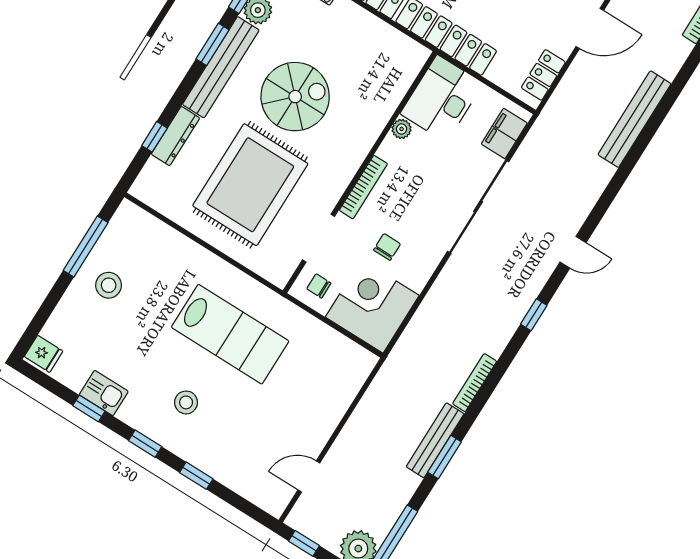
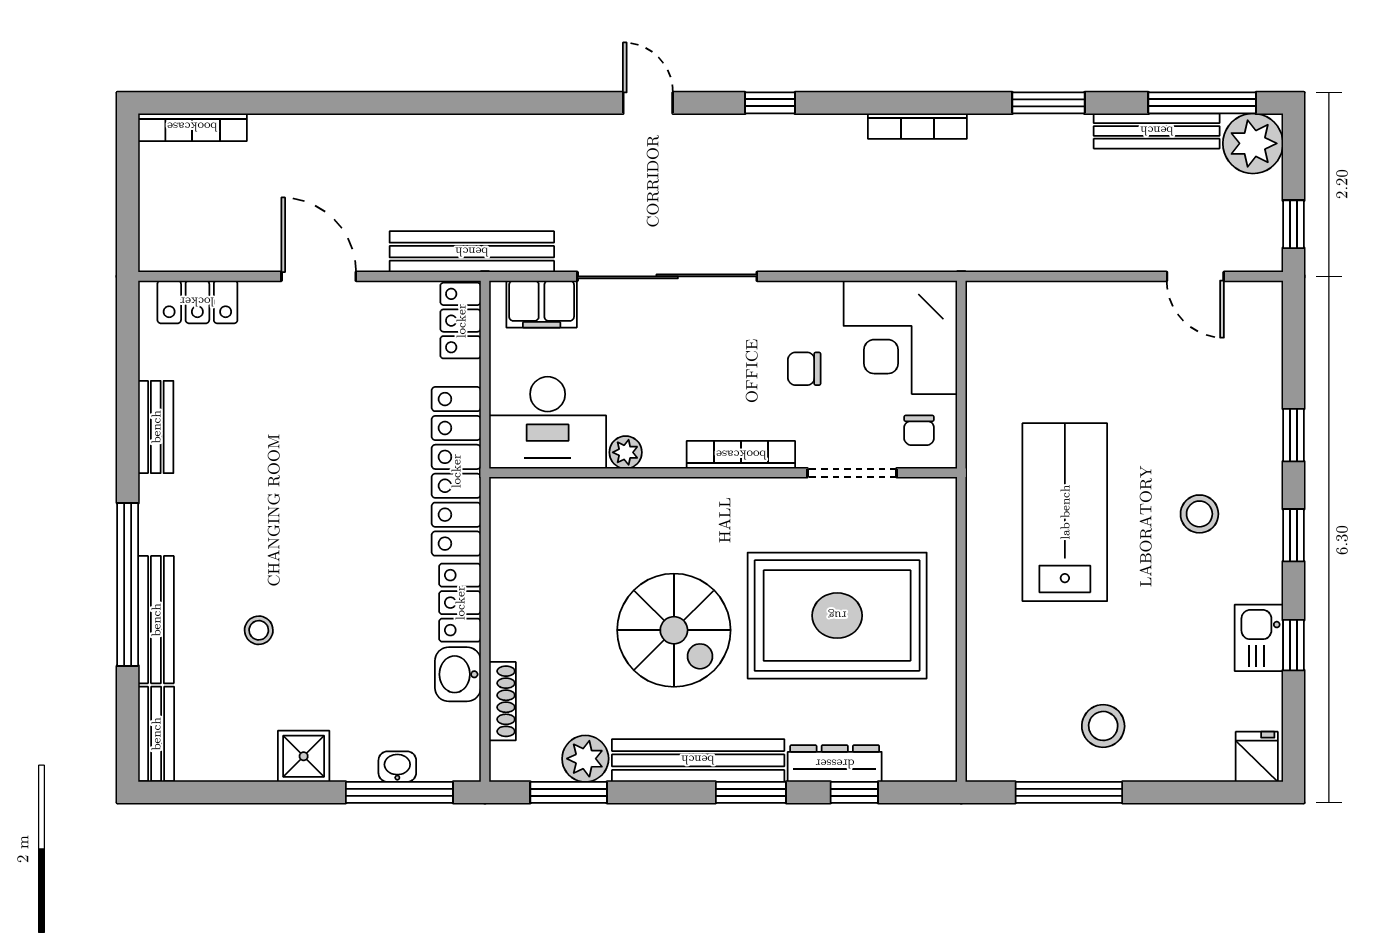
window: (212, 44) -> (751, 792), moved
locker: (543, 75) -> (461, 321), moved, turned 90
spiral stairs: (295, 97) -> (674, 630), turned 180
bench: (634, 119) -> (472, 252), moved
bench: (435, 440) -> (1157, 131), moved

